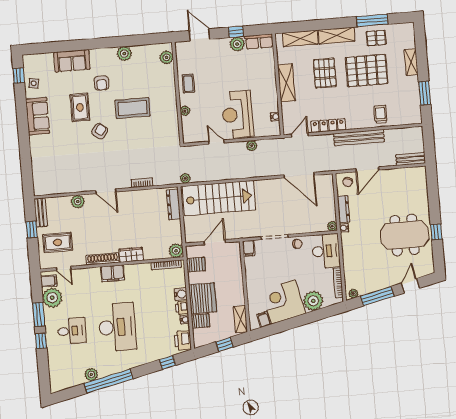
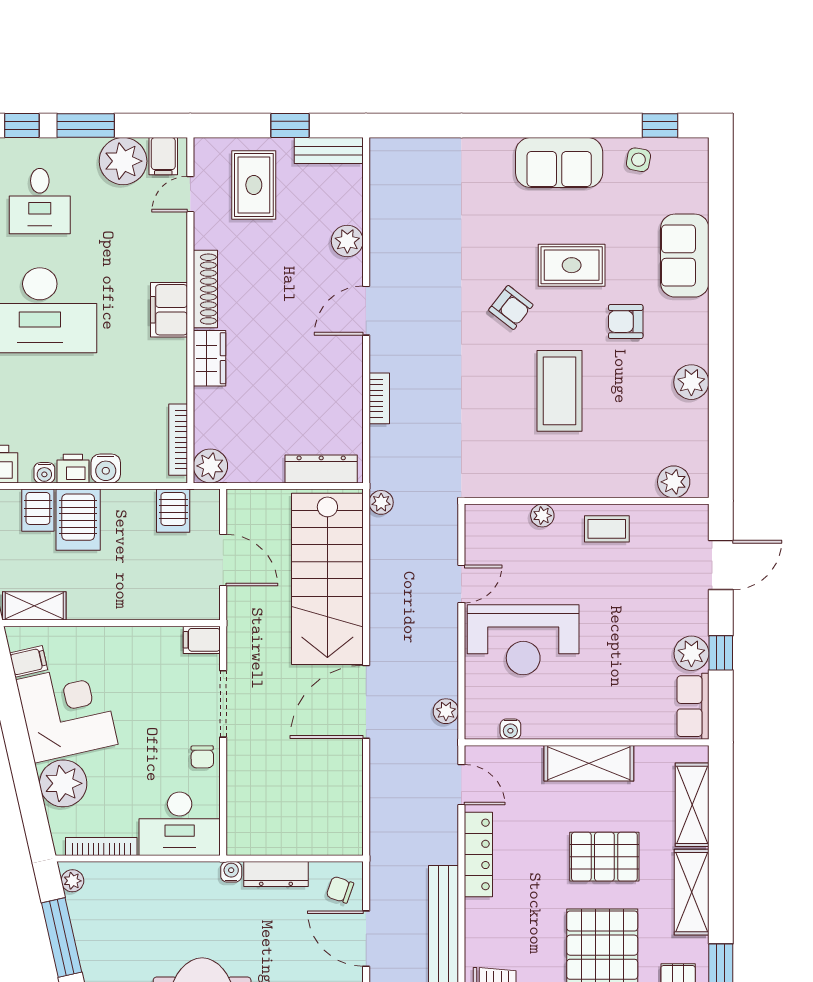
reception desk: (237, 114) -> (523, 640), turned 180
plant: (252, 146) -> (446, 711), moved
door: (299, 175) -> (366, 702), moved
plant: (332, 226) -> (238, 844), removed
server rack: (203, 298) -> (78, 520), width x0.62

